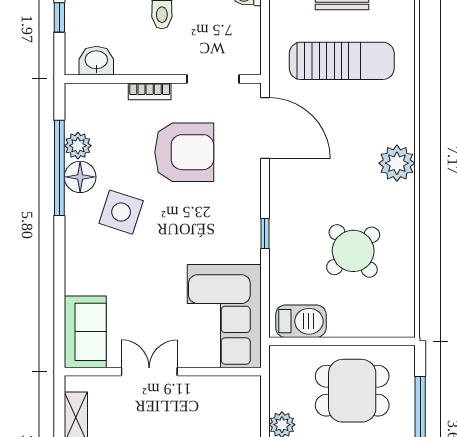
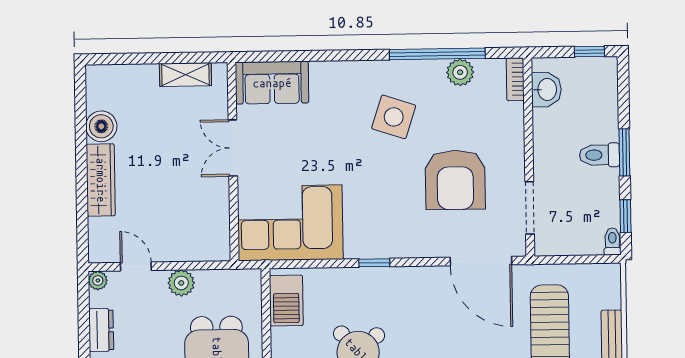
bookcase: (150, 91) -> (515, 79), moved
door: (265, 128) -> (481, 261), hinge flipped
floor lamp: (80, 177) -> (428, 75), removed
double door: (149, 372) -> (233, 148), swing flipped

